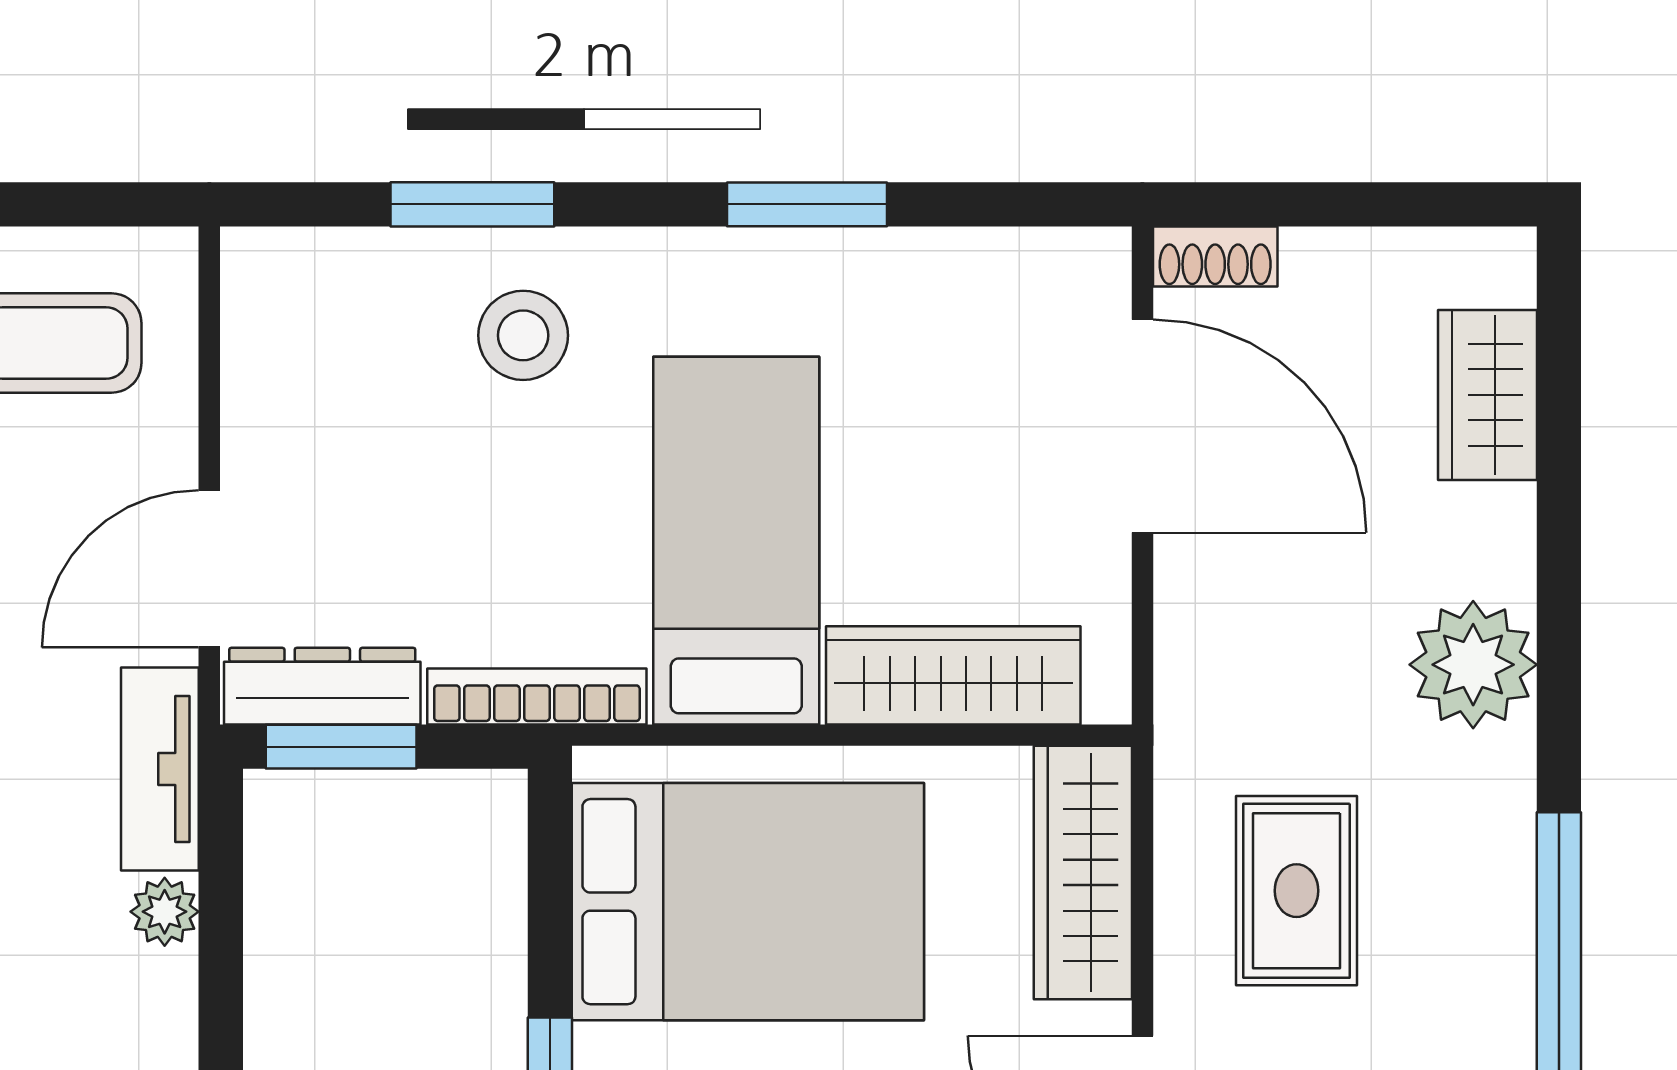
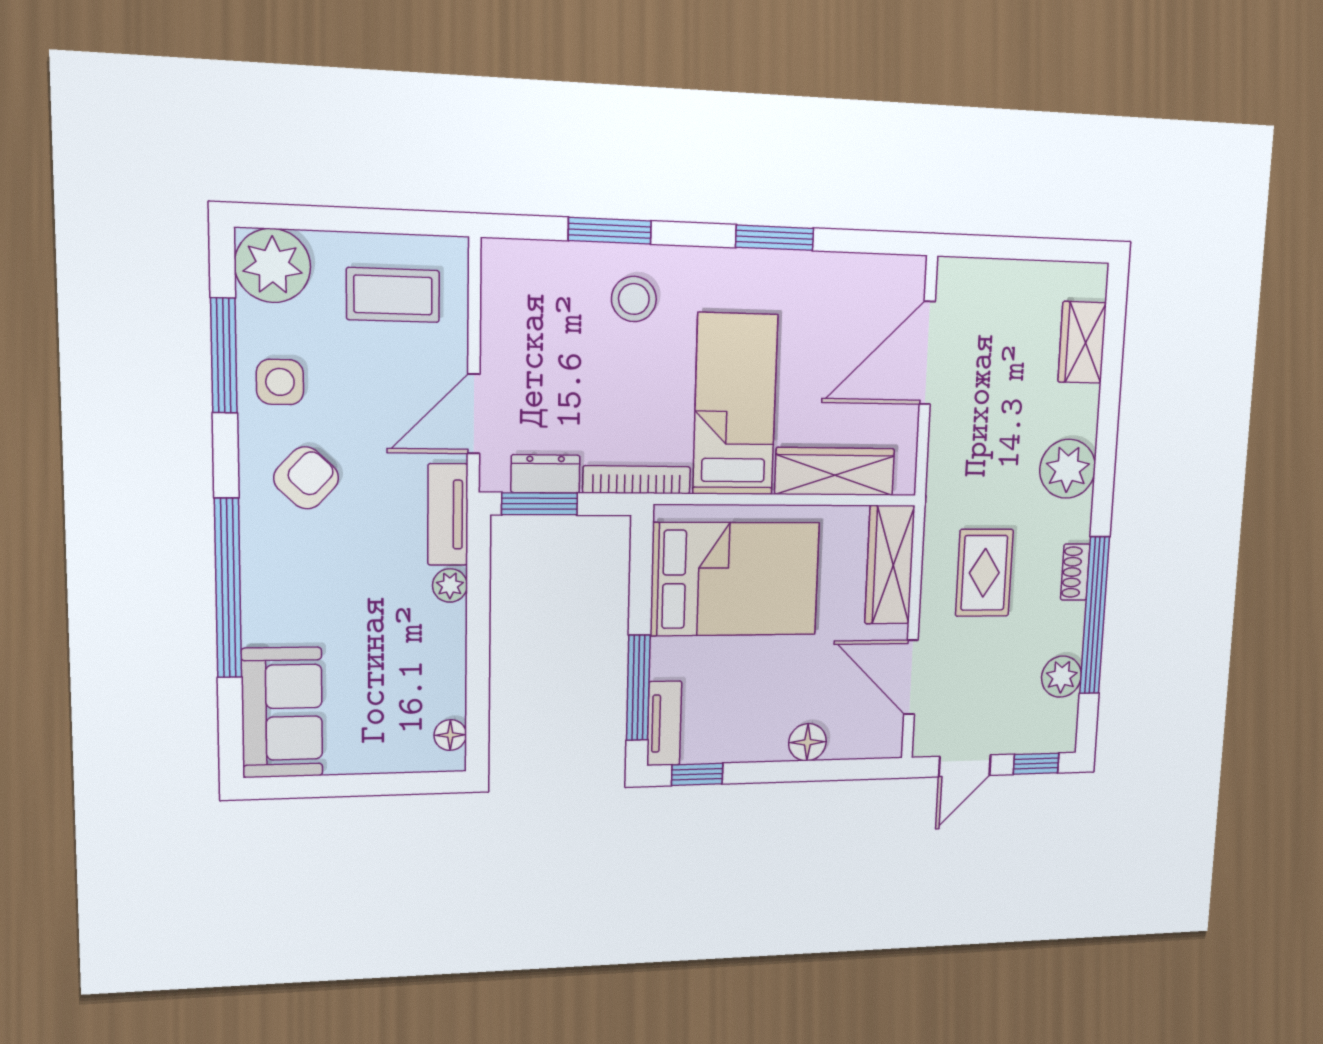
shoe rack: (1215, 256) -> (1075, 572), moved, turned 90
door: (1142, 426) -> (927, 353), swing flipped
dresser: (322, 686) -> (545, 474), width x0.70

